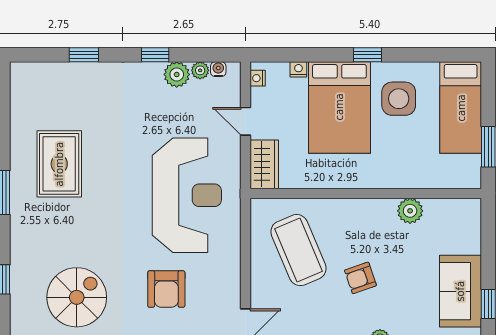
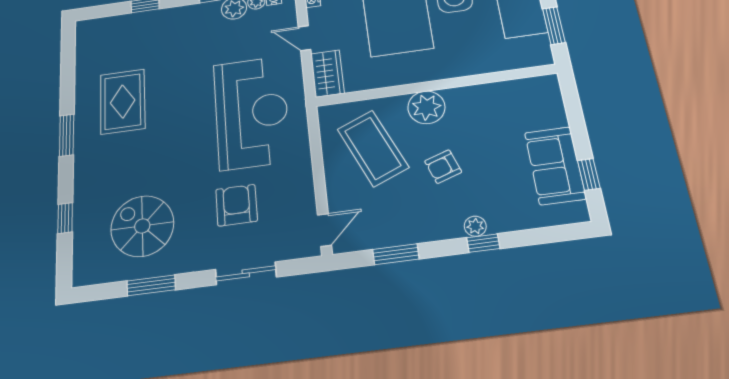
plant: (410, 211) -> (426, 107), moved, width x1.36, depth x1.36
armchair: (166, 289) -> (237, 205), turned 180
spiral stairs: (77, 297) -> (142, 226), turned -90

